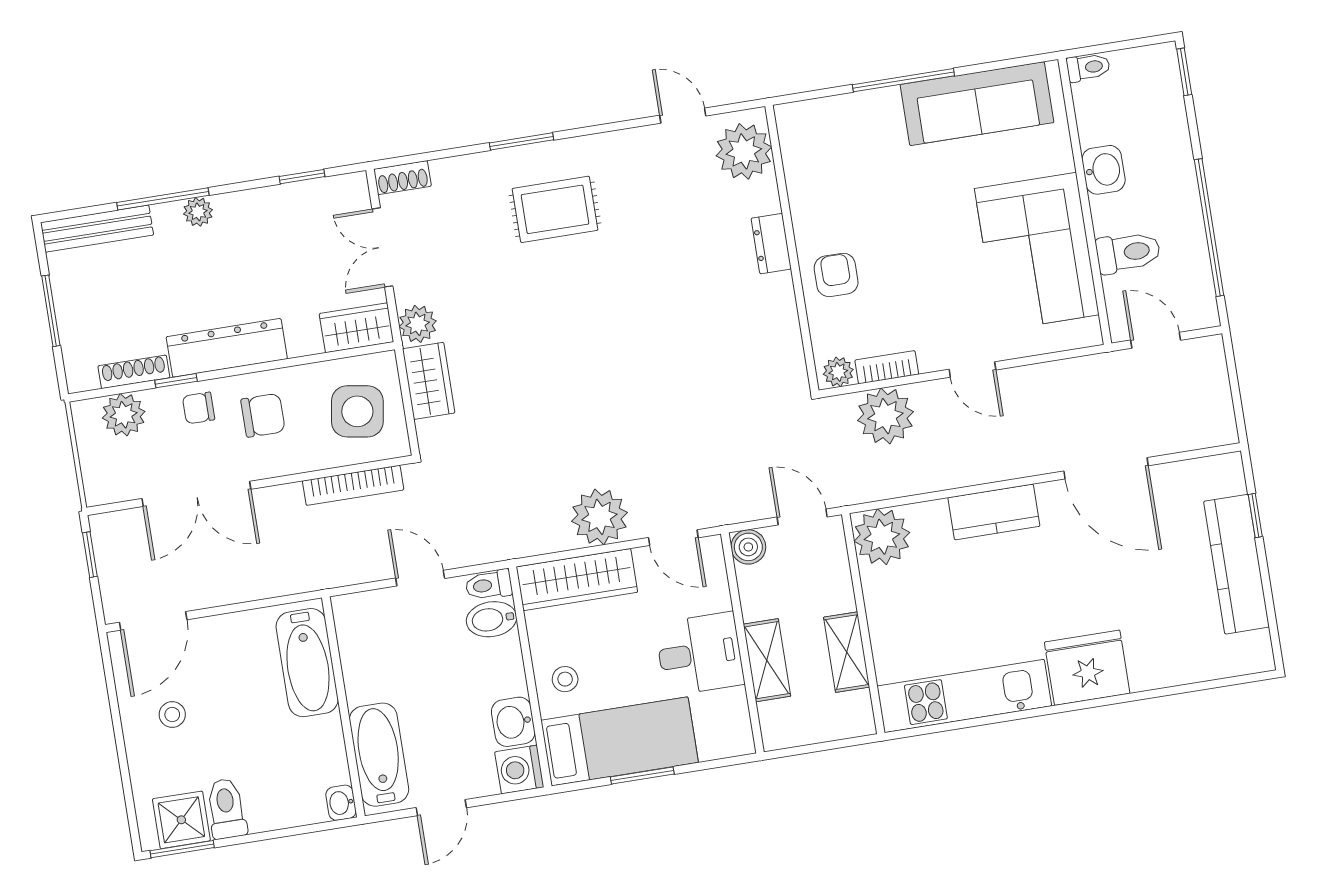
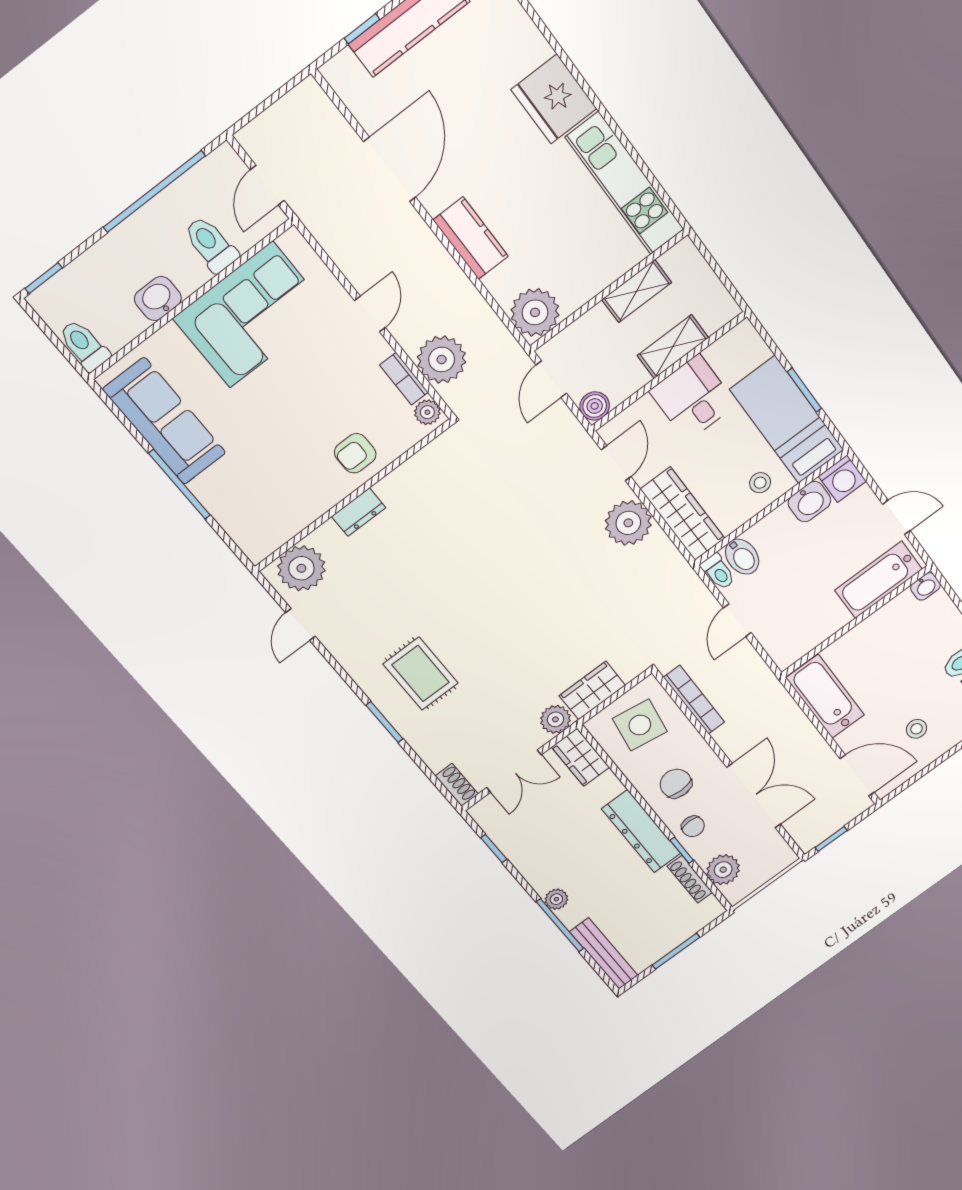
toilet: (1088, 67) -> (84, 345), width x1.37, depth x1.39
bathtub: (307, 663) -> (825, 696), moved, turned -90

